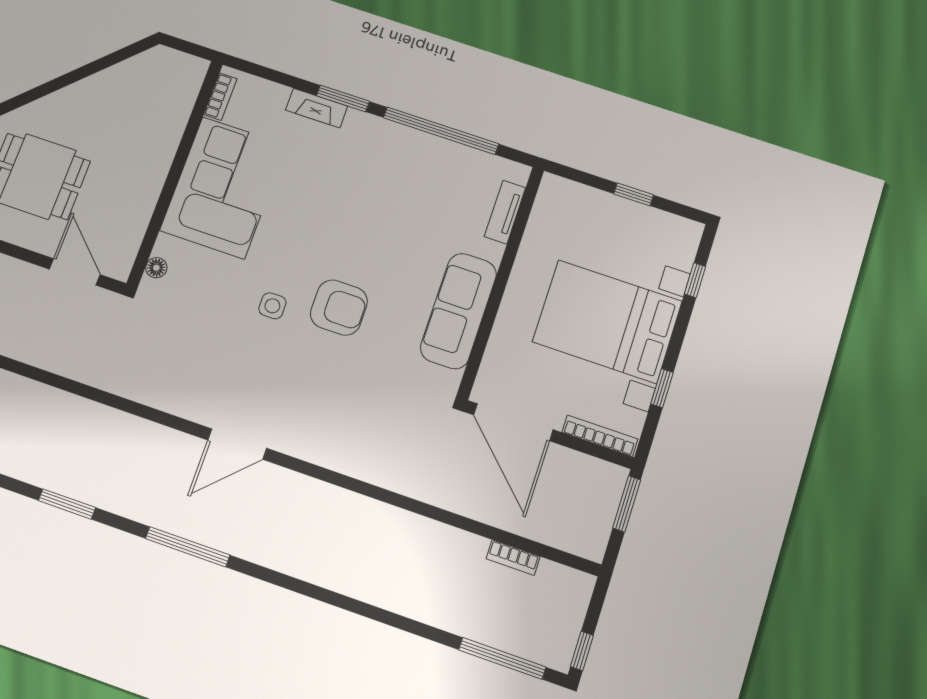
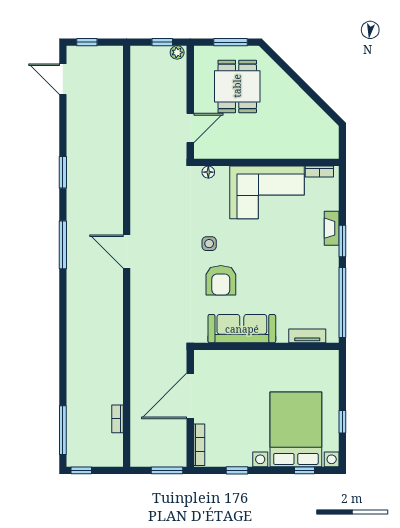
tv unit: (505, 212) -> (307, 336), moved
wall: (501, 282) -> (266, 346), moved
sofa: (458, 311) -> (242, 329), moved
bed with nightstands: (607, 321) -> (296, 429), moved

